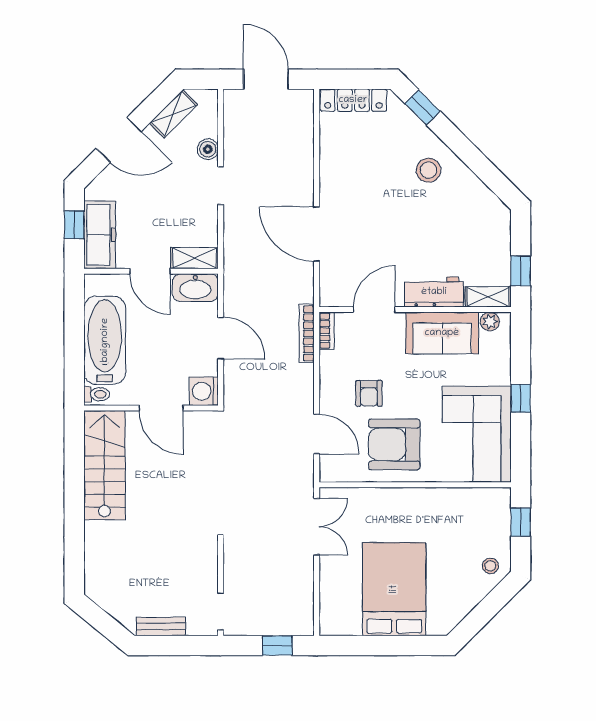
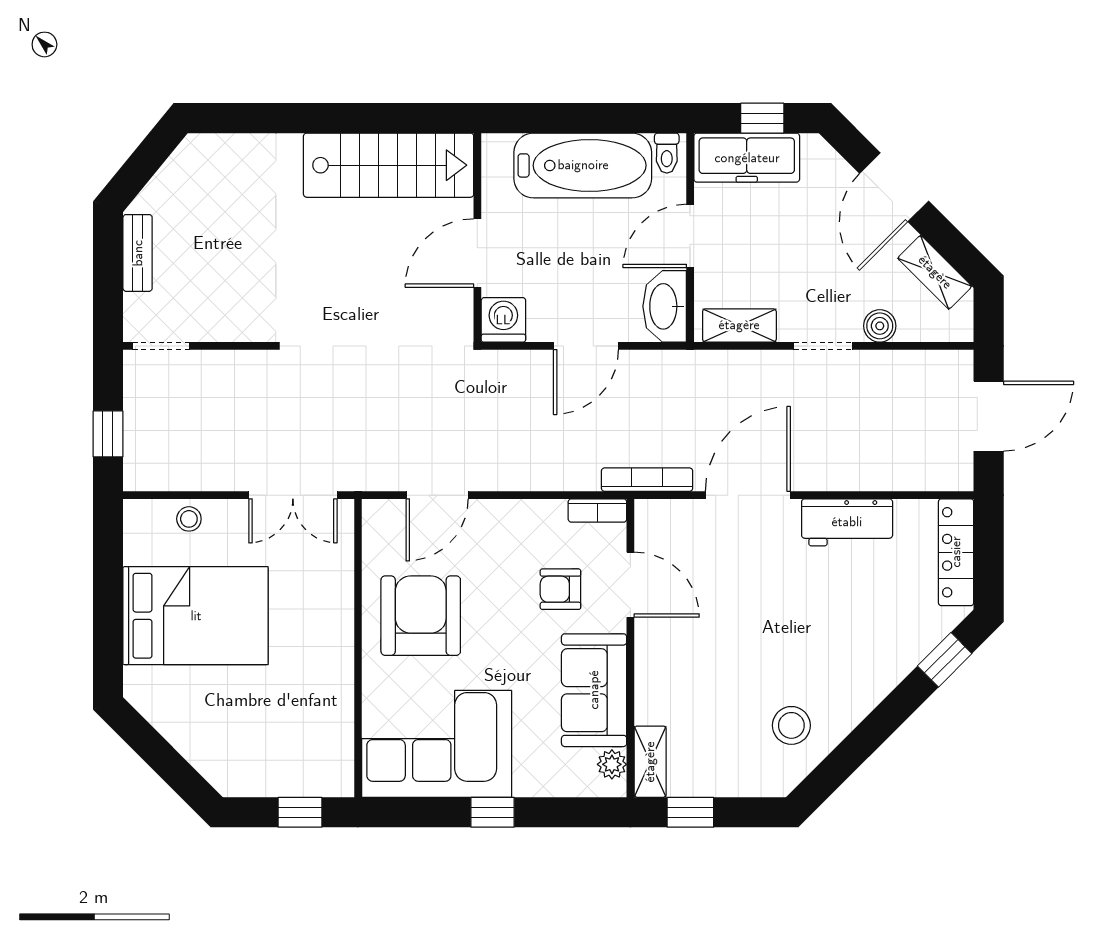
stool: (429, 170) -> (791, 725), moved
shelving: (195, 258) -> (739, 325), moved, turned 90
workbench: (434, 292) -> (847, 522), moved, turned 90
bookcase: (307, 333) -> (647, 480), moved
armchair: (369, 393) -> (560, 589), moved
toilet: (97, 394) -> (667, 153), moved
stool: (490, 566) -> (189, 519), moved

